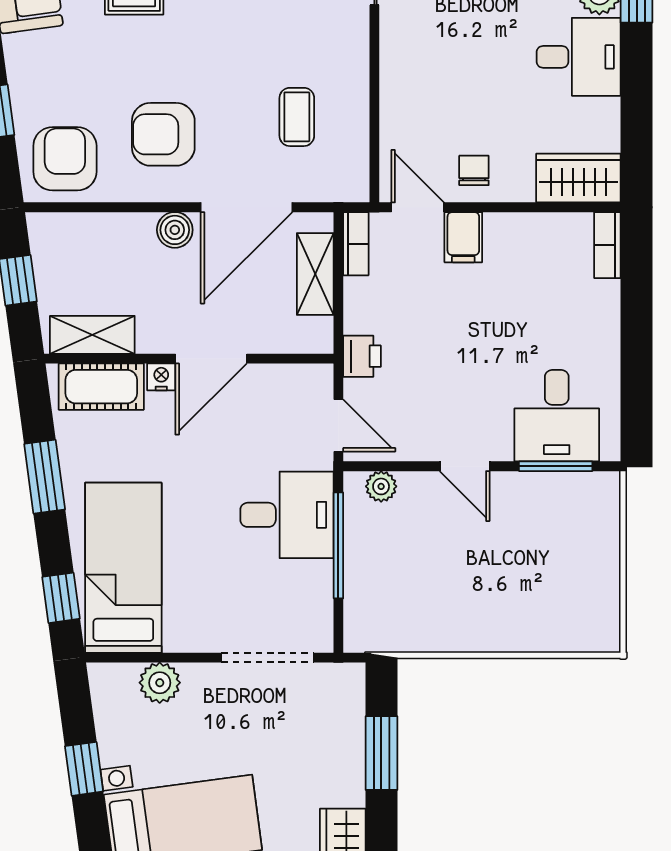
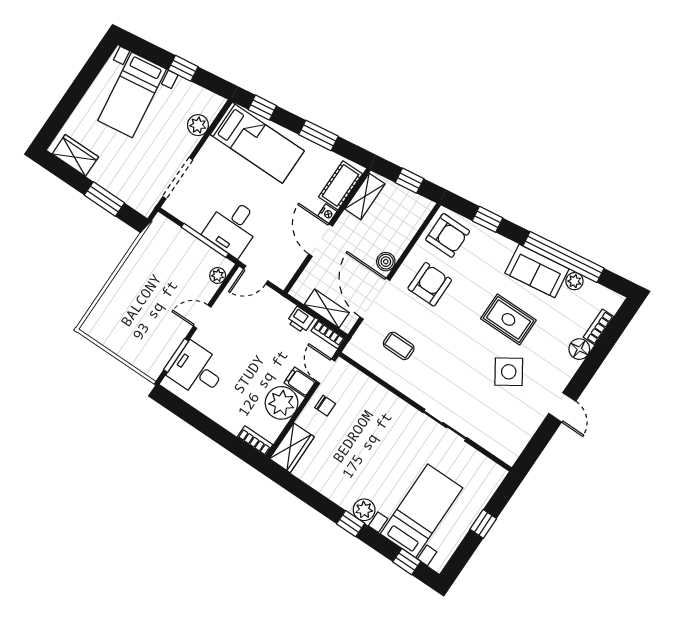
desk: (579, 57) -> (343, 483), removed
door: (418, 207) -> (326, 371), swing flipped
plant: (517, 244) -> (282, 403), added
printer: (362, 356) -> (301, 320), moved

